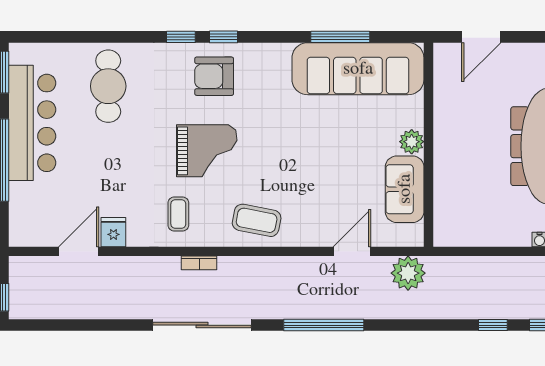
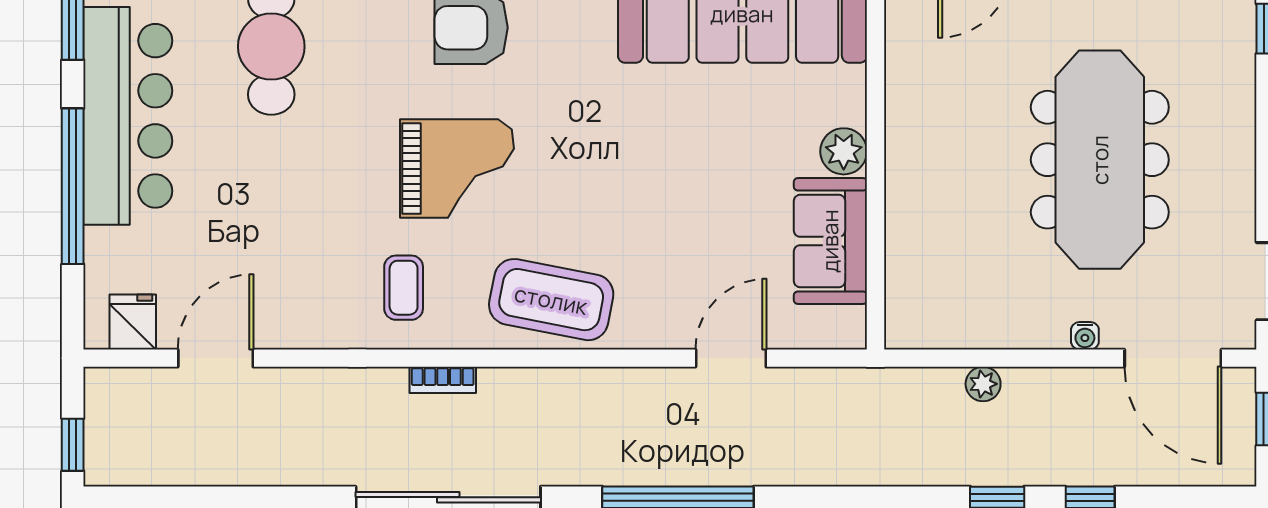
coffee table: (257, 220) -> (551, 300), width x1.36, depth x1.32
fridge: (113, 232) -> (133, 322), moved
plant: (408, 273) -> (983, 384), moved, width x0.53, depth x0.53

